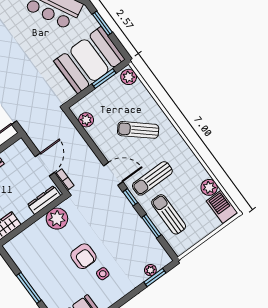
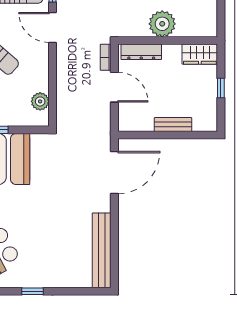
door: (45, 164) -> (114, 87), swing flipped
plant: (57, 219) -> (162, 24), moved

